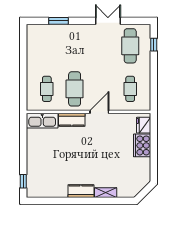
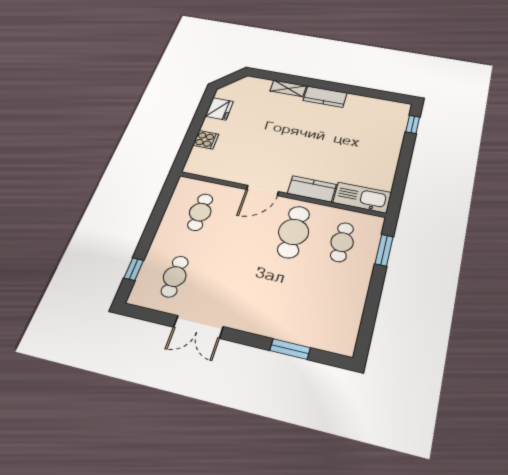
cafe table: (130, 46) -> (175, 276), width x0.73, depth x0.74
window: (23, 89) -> (384, 250), added
fridge: (144, 125) -> (219, 109), moved
cooker: (142, 145) -> (206, 140), width x0.53, depth x0.76

